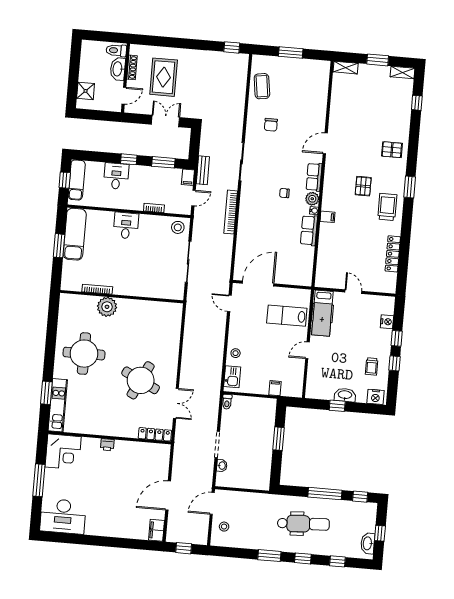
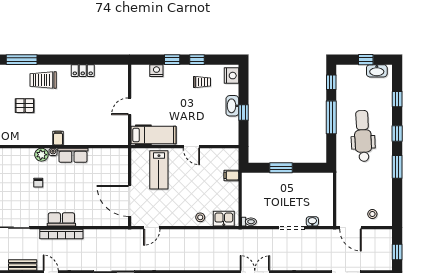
row of seats: (314, 177) -> (61, 219), moved, turned 180
window: (410, 187) -> (22, 60), width x1.44
locker: (393, 254) -> (83, 71), width x0.66

